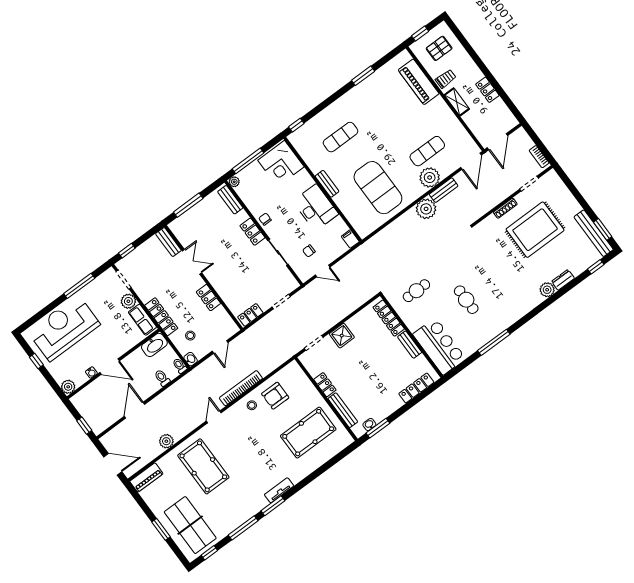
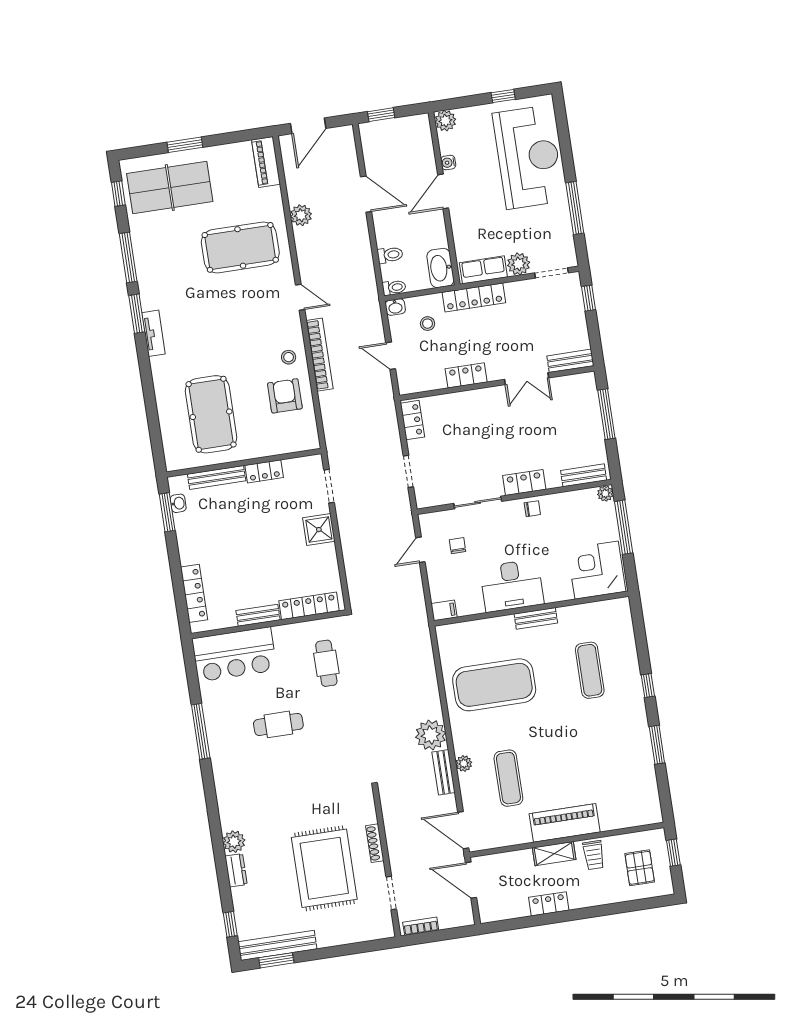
piano: (419, 82) -> (565, 823), moved
window: (296, 125) -> (648, 685), moved
plant: (430, 177) -> (464, 763), width x0.53, depth x0.53

